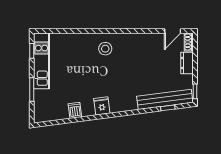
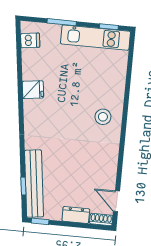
fridge: (102, 106) -> (33, 90), moved
dishwasher: (75, 110) -> (30, 40), moved

